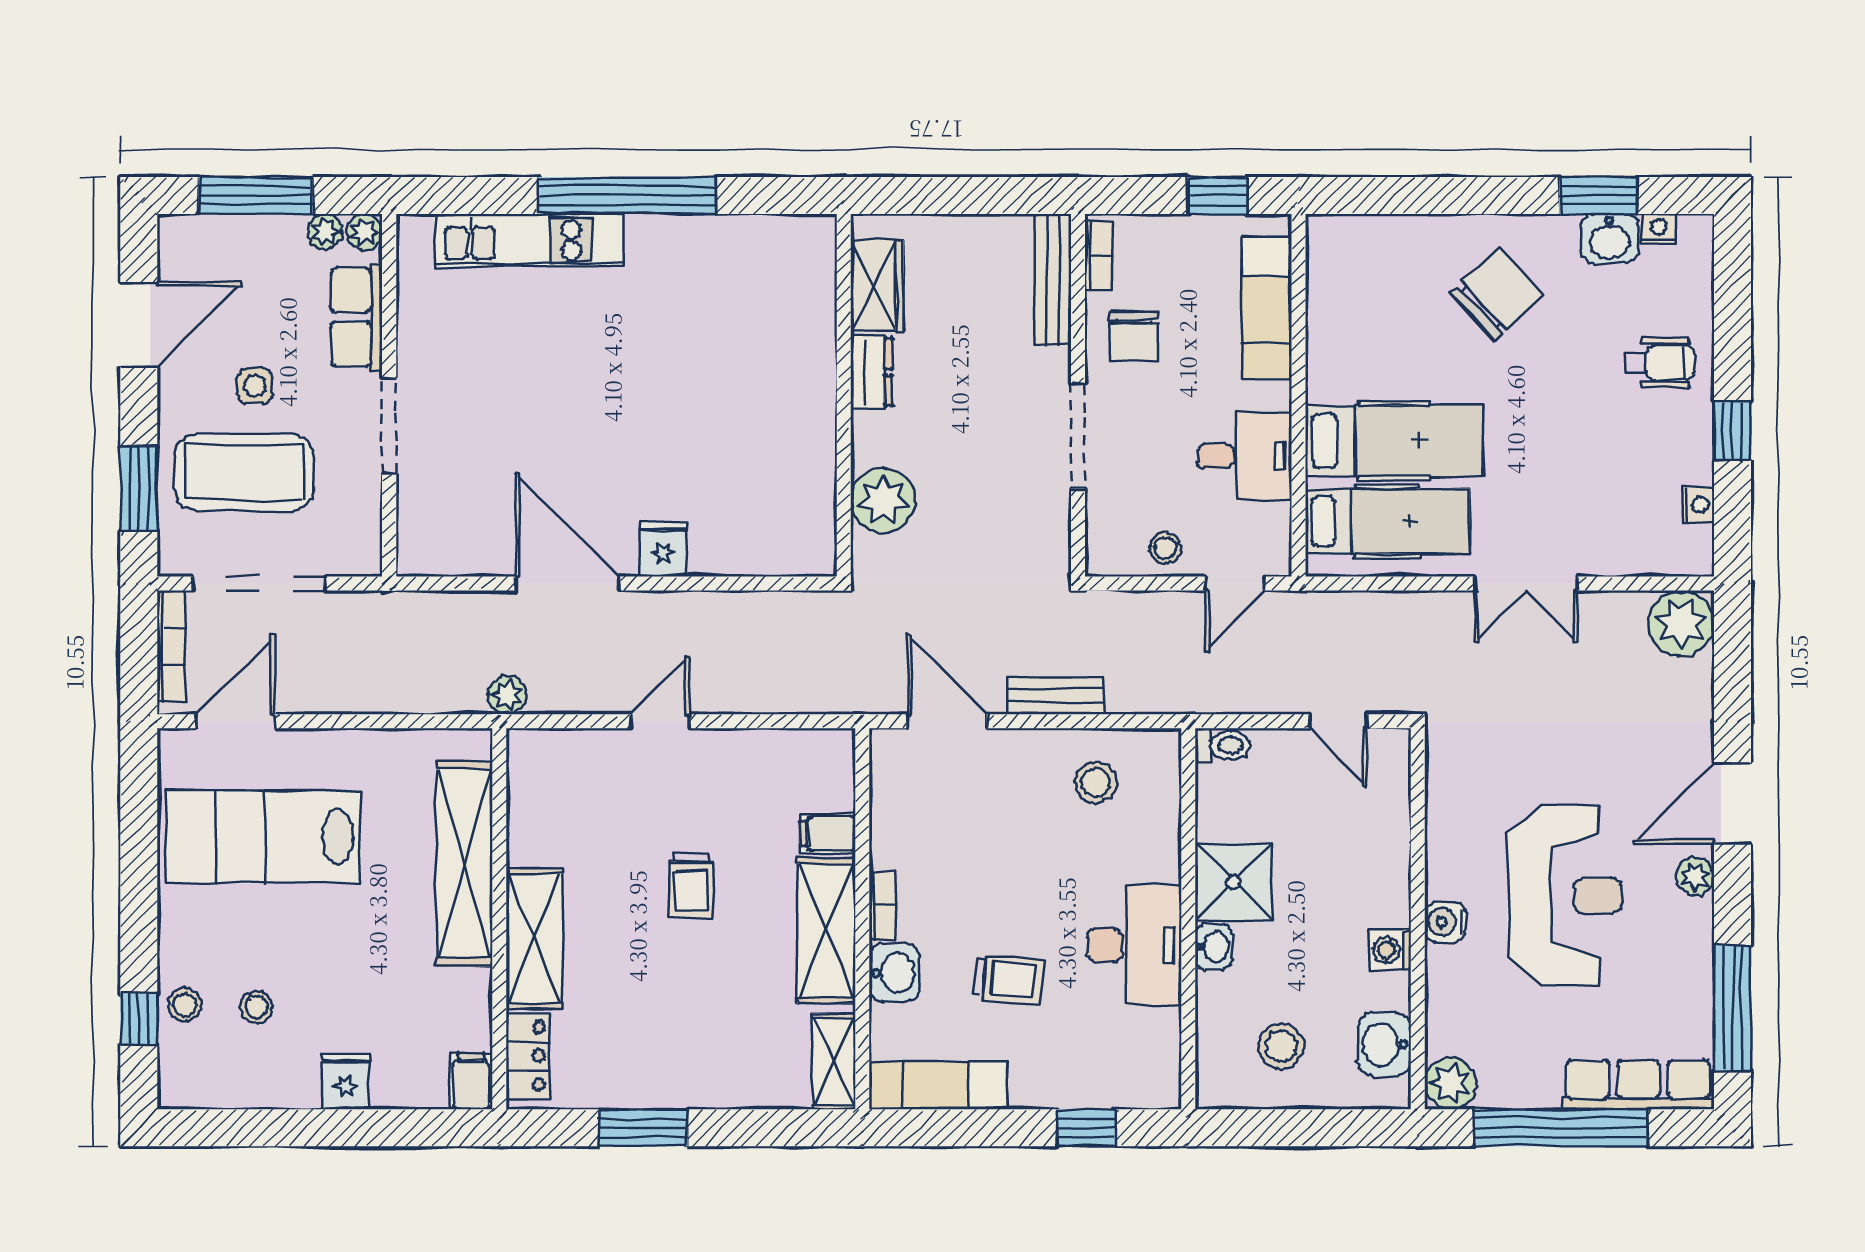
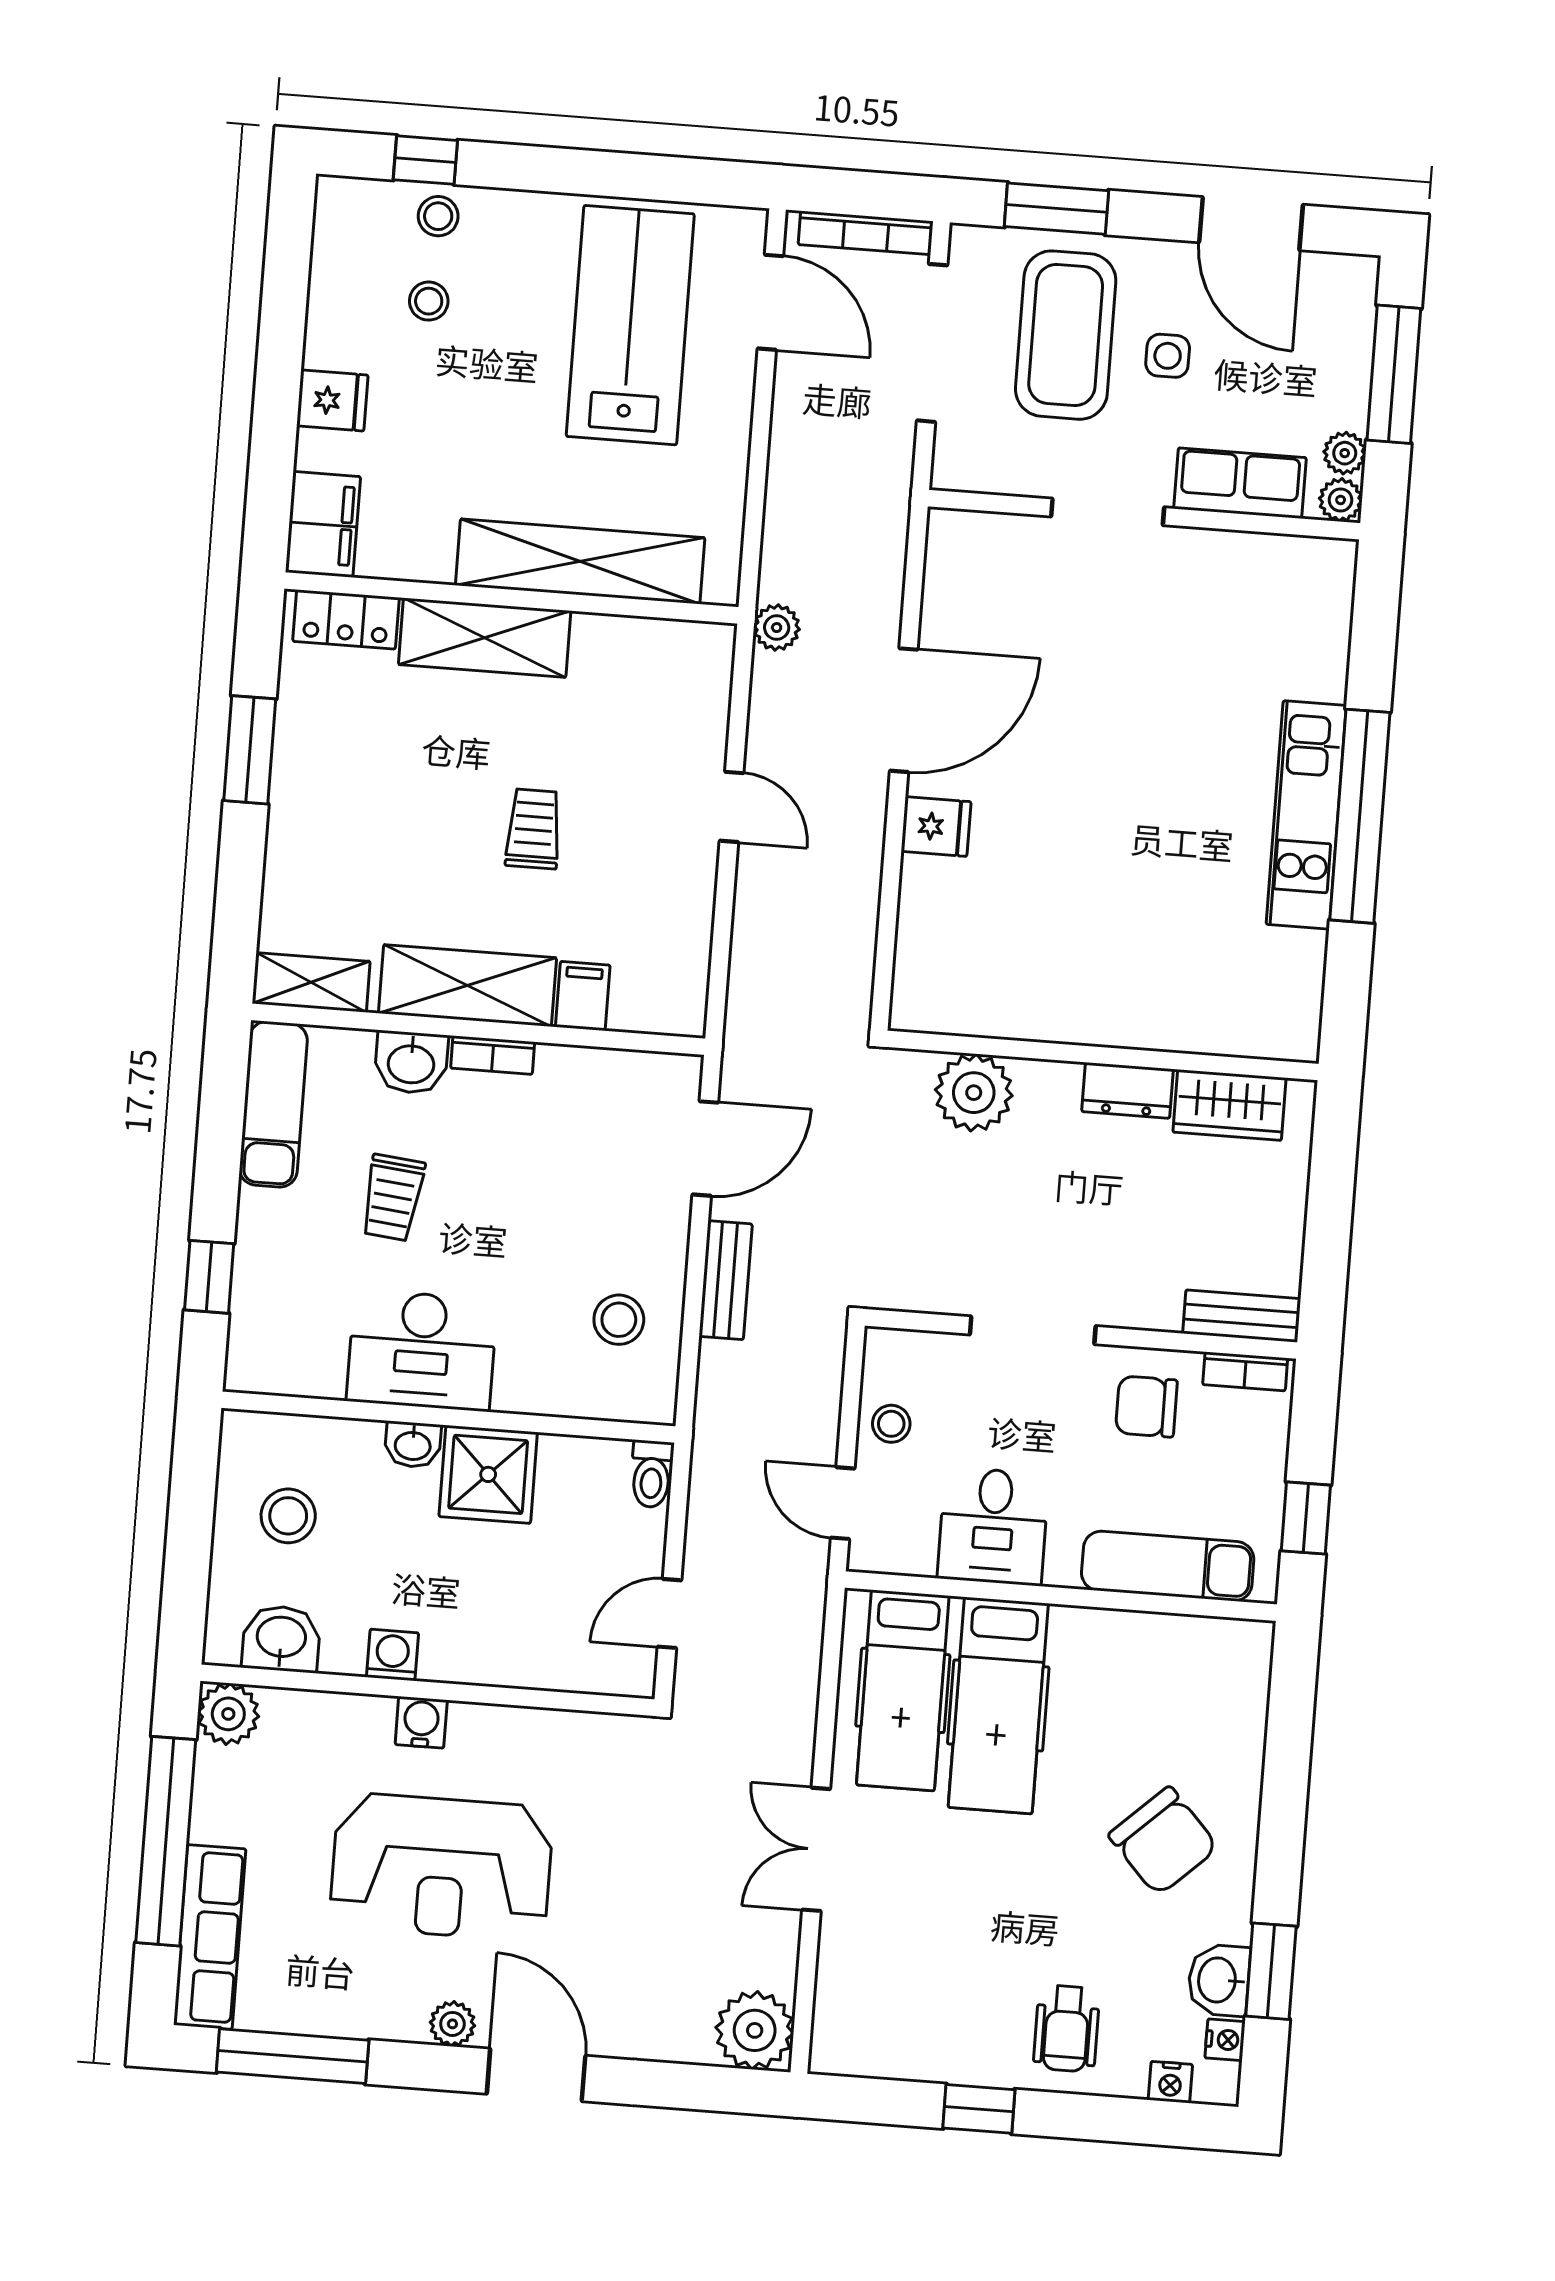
kitchen unit: (528, 240) -> (1306, 815), moved
bench: (1053, 280) -> (1242, 1316), width x0.73
nightstand: (1698, 505) -> (1170, 2082), moved
trolley: (691, 885) -> (533, 829), turned 90
filing cabinet: (471, 1081) -> (323, 524), width x2.00

